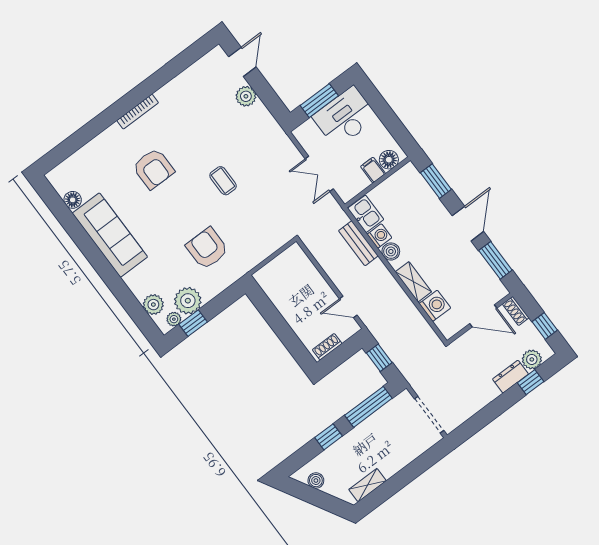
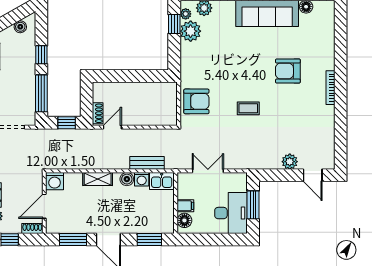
armchair: (207, 248) -> (196, 101), moved
washing machine: (435, 306) -> (55, 181), moved
shoe rack: (327, 347) -> (98, 113), moved

